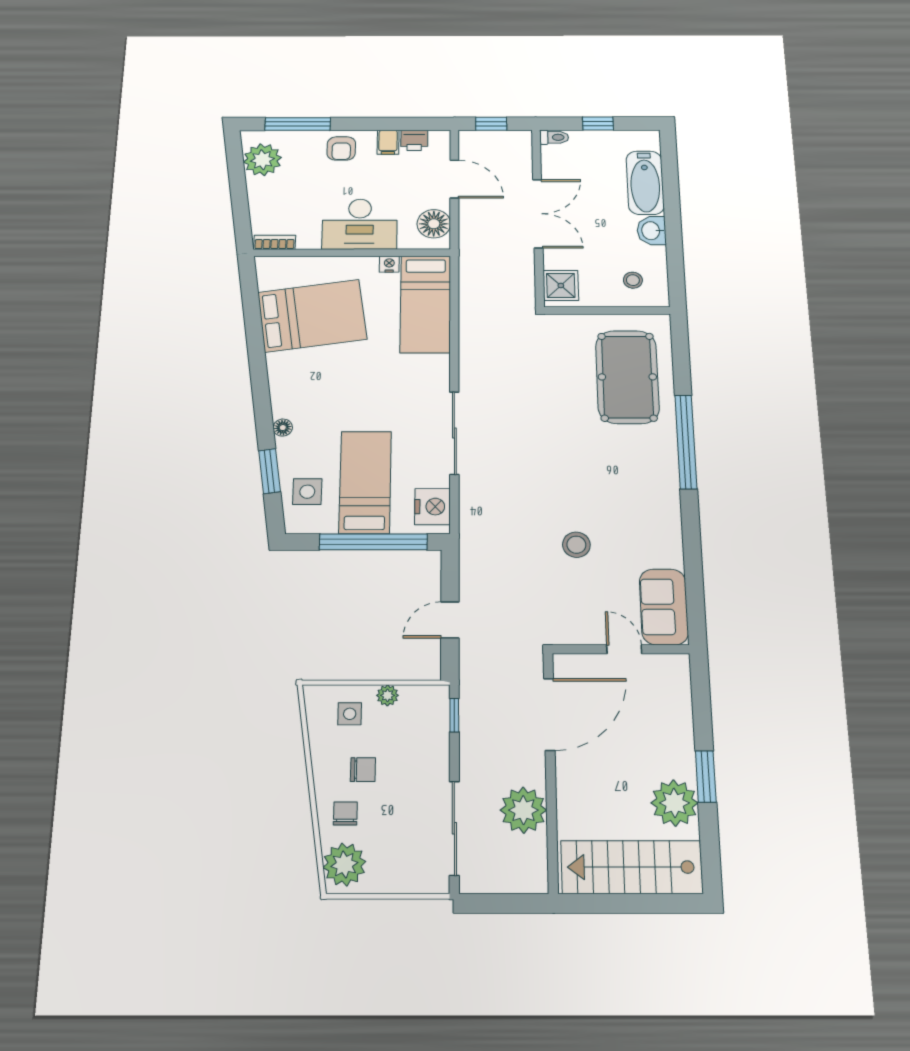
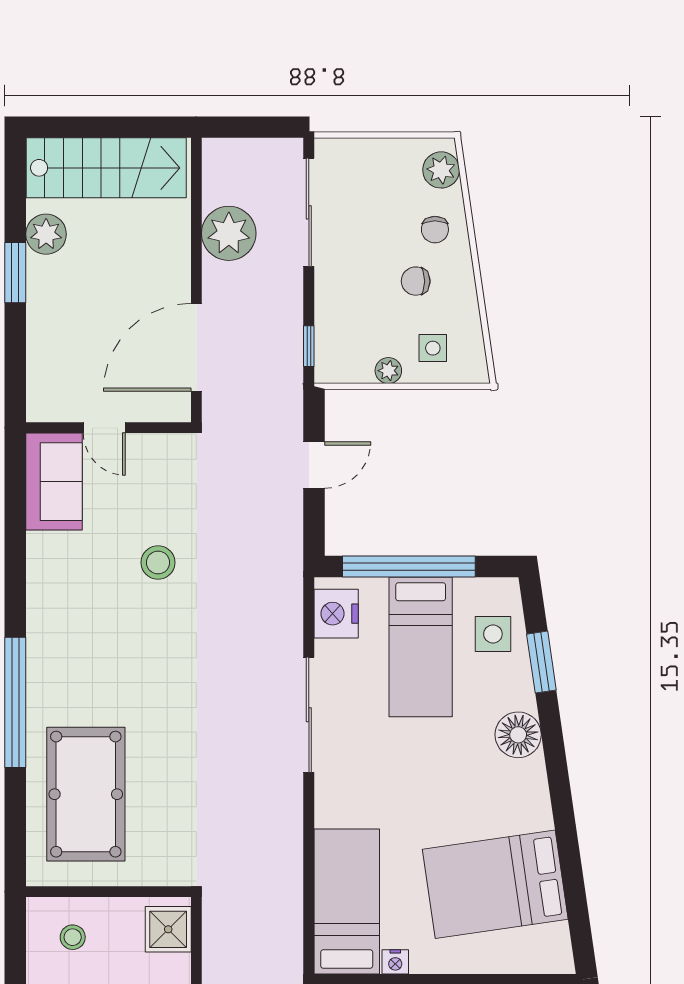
floor lamp: (283, 428) -> (518, 735), width x1.89, depth x1.89
plant: (674, 803) -> (46, 234), width x0.73, depth x0.73
plant: (344, 864) -> (441, 170), width x0.73, depth x0.73

